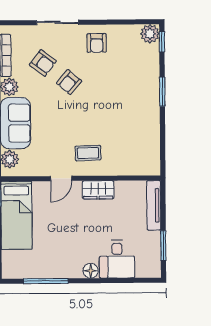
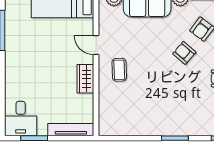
desk: (117, 259) -> (21, 119), moved, turned -90
floor lamp: (91, 271) -> (11, 71), removed

